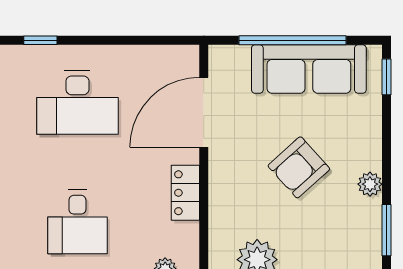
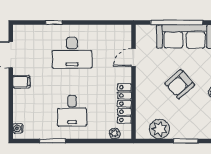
door: (204, 112) -> (133, 57), width x0.53
locker: (185, 193) -> (124, 104), width x1.53

